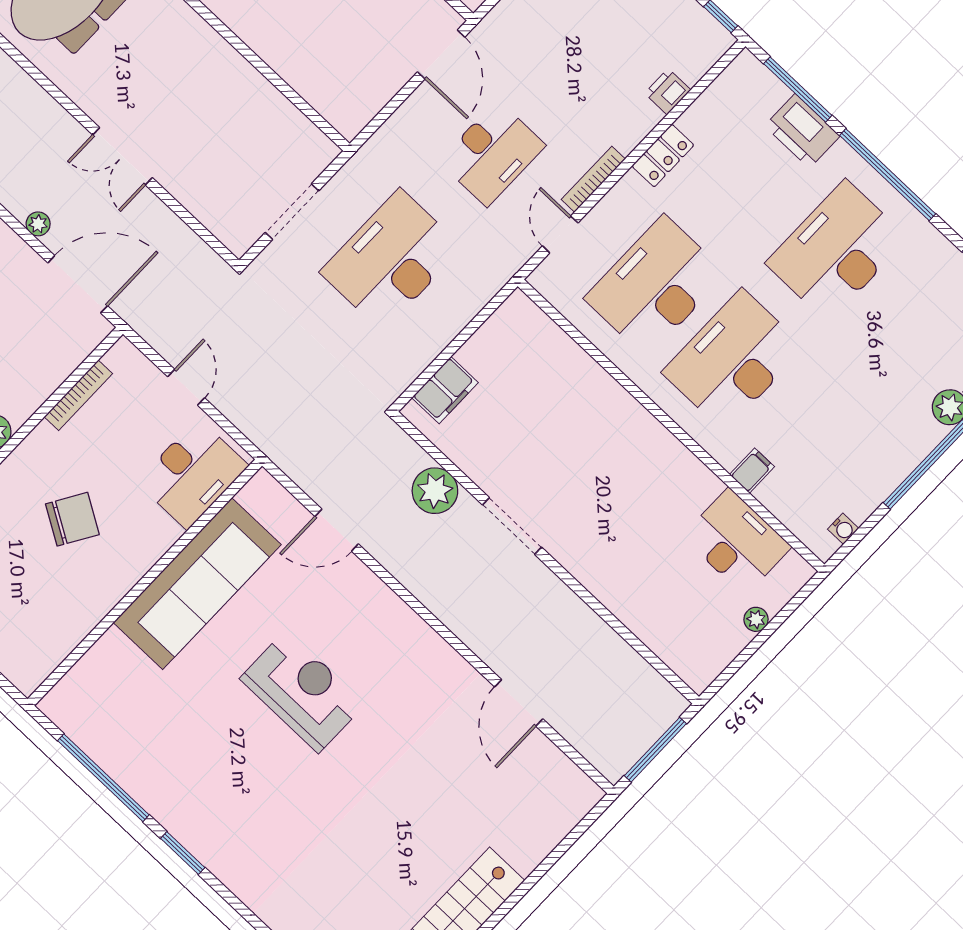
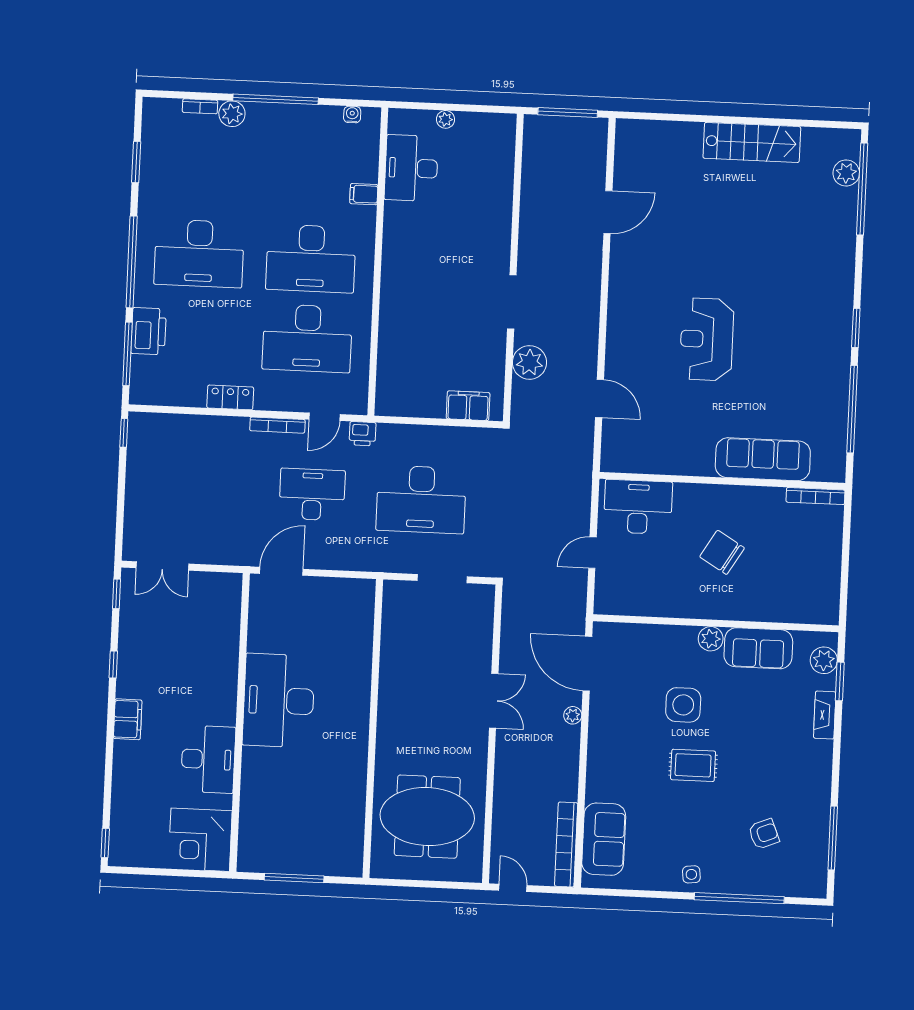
printer: (668, 92) -> (363, 434), moved
bookcase: (78, 395) -> (815, 496), moved, turned 180
sofa: (197, 584) -> (763, 459), moved, width x0.74, depth x0.79

